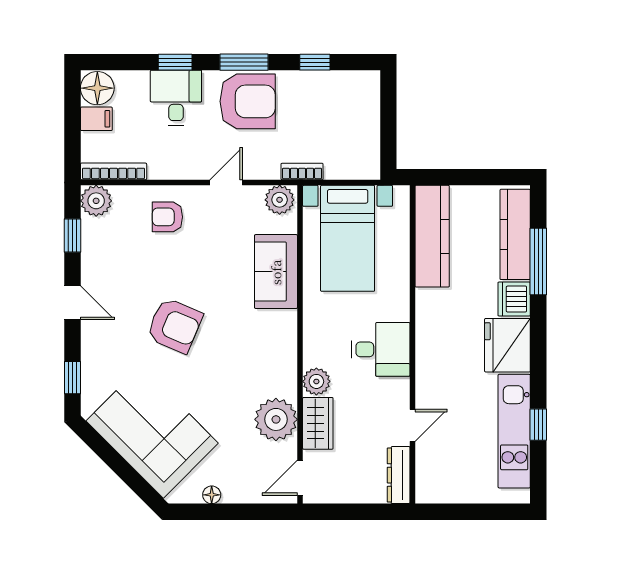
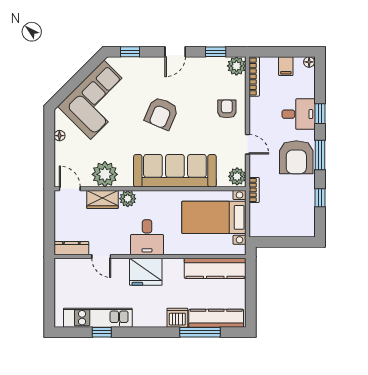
floor lamp: (97, 88) -> (309, 62), width x0.53, depth x0.53
sofa: (276, 272) -> (175, 171), width x1.85, depth x1.27
fridge: (507, 345) -> (146, 272), moved, turned 180

